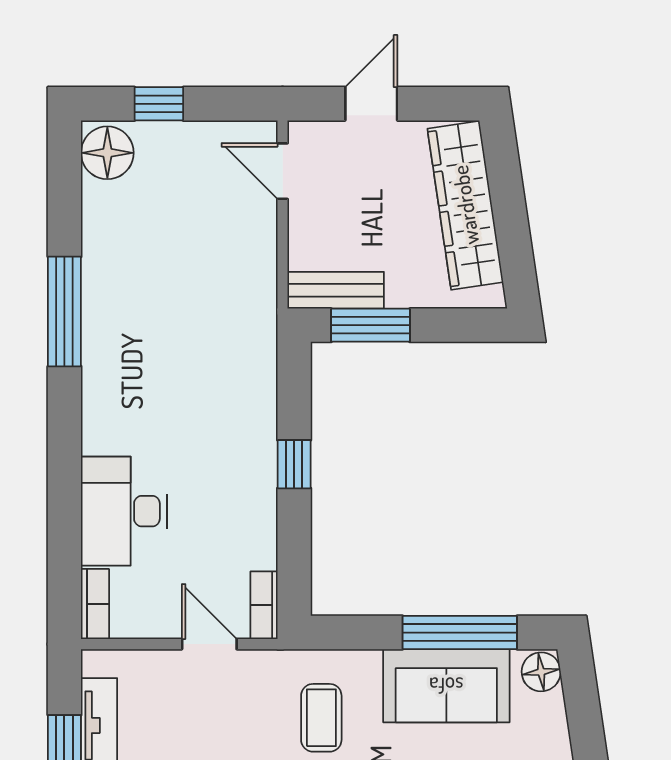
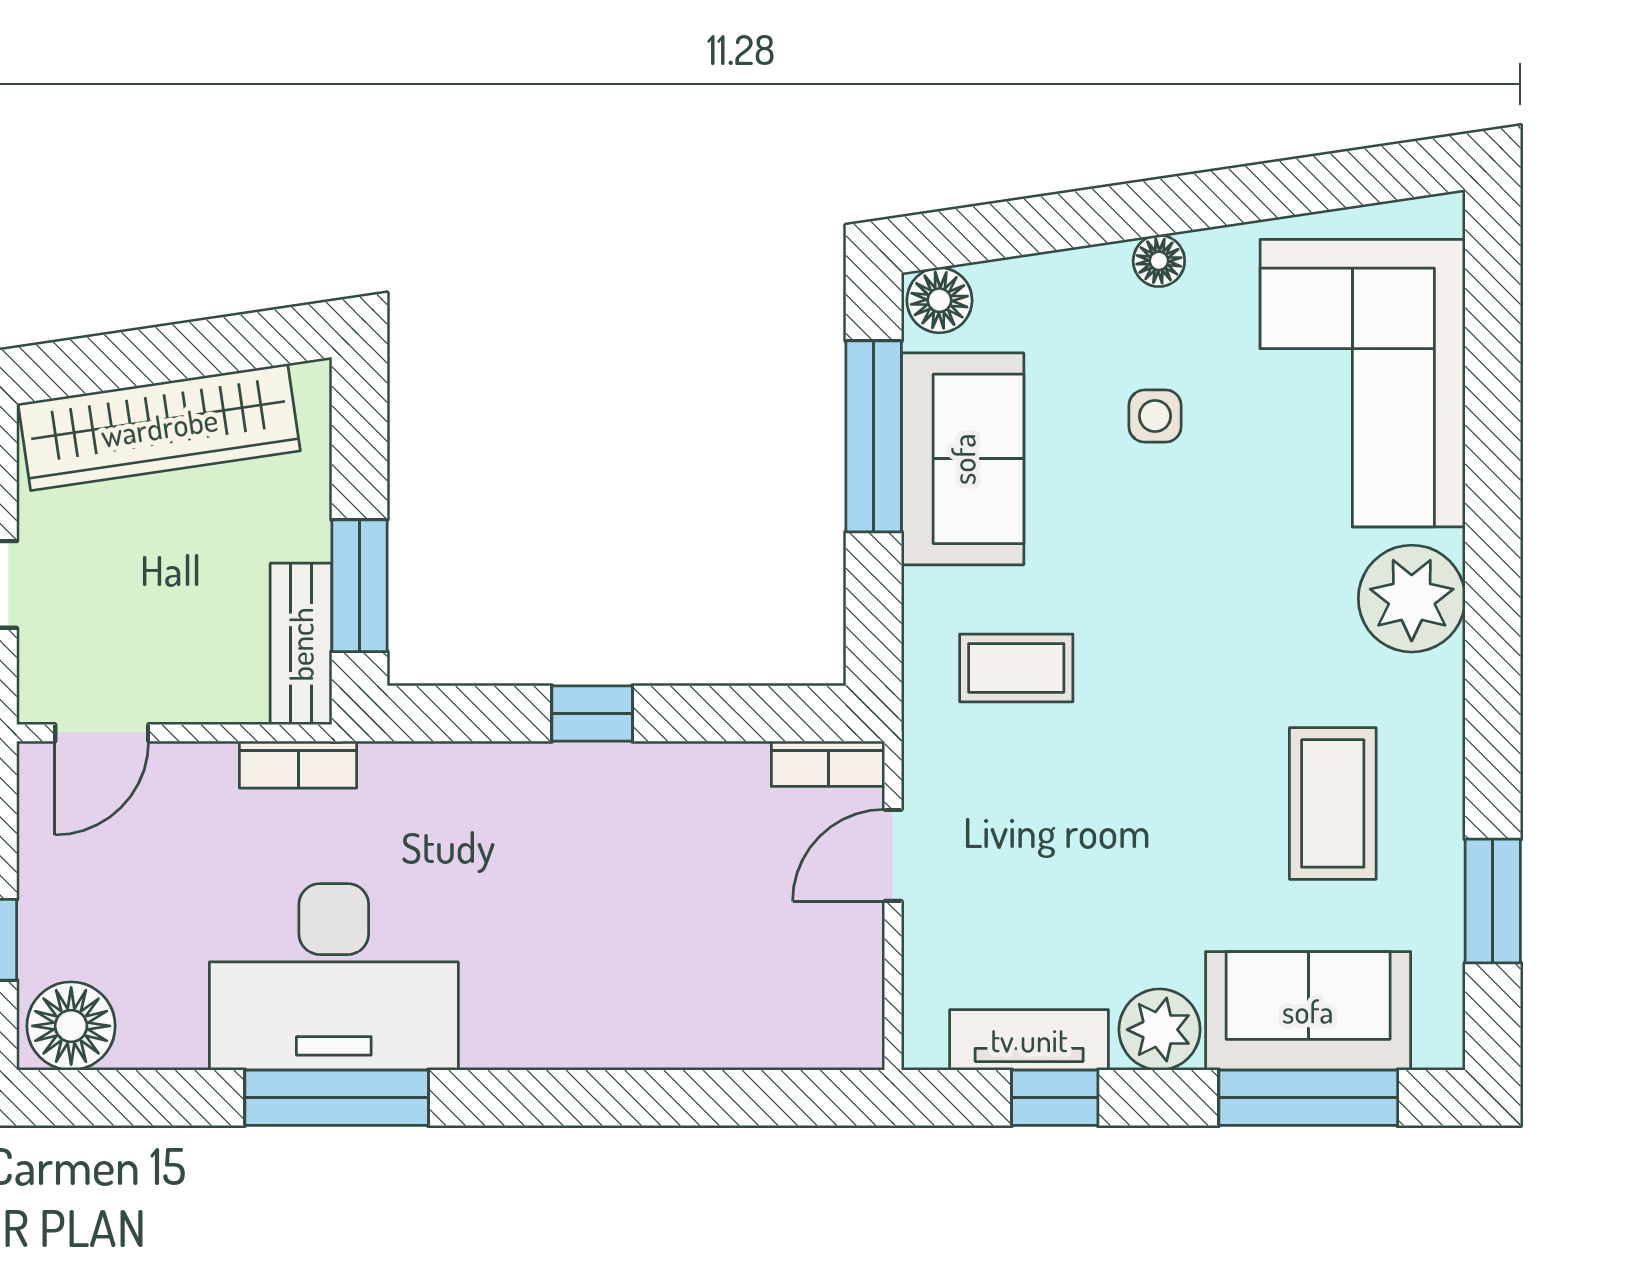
desk: (124, 511) -> (334, 977), moved, width x1.36, depth x1.30
bookcase: (95, 604) -> (298, 765), moved, turned 180

